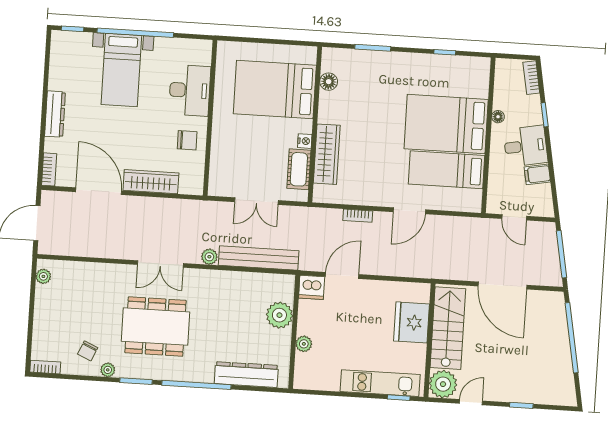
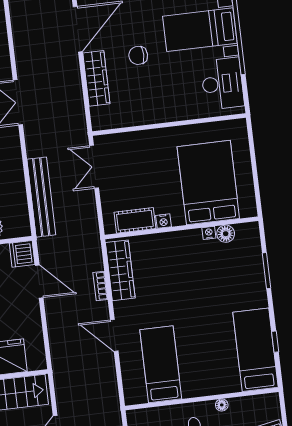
desk: (190, 90) -> (222, 84), moved, turned -90
nightstand: (325, 98) -> (209, 233), added
bed: (446, 124) -> (256, 350), moved, width x0.67
chair: (187, 140) -> (138, 55), moved, turned 90
wardrobe: (327, 154) -> (120, 270), moved, turned -90
double door: (256, 201) -> (94, 167), moved
plant: (209, 257) -> (34, 149), removed

